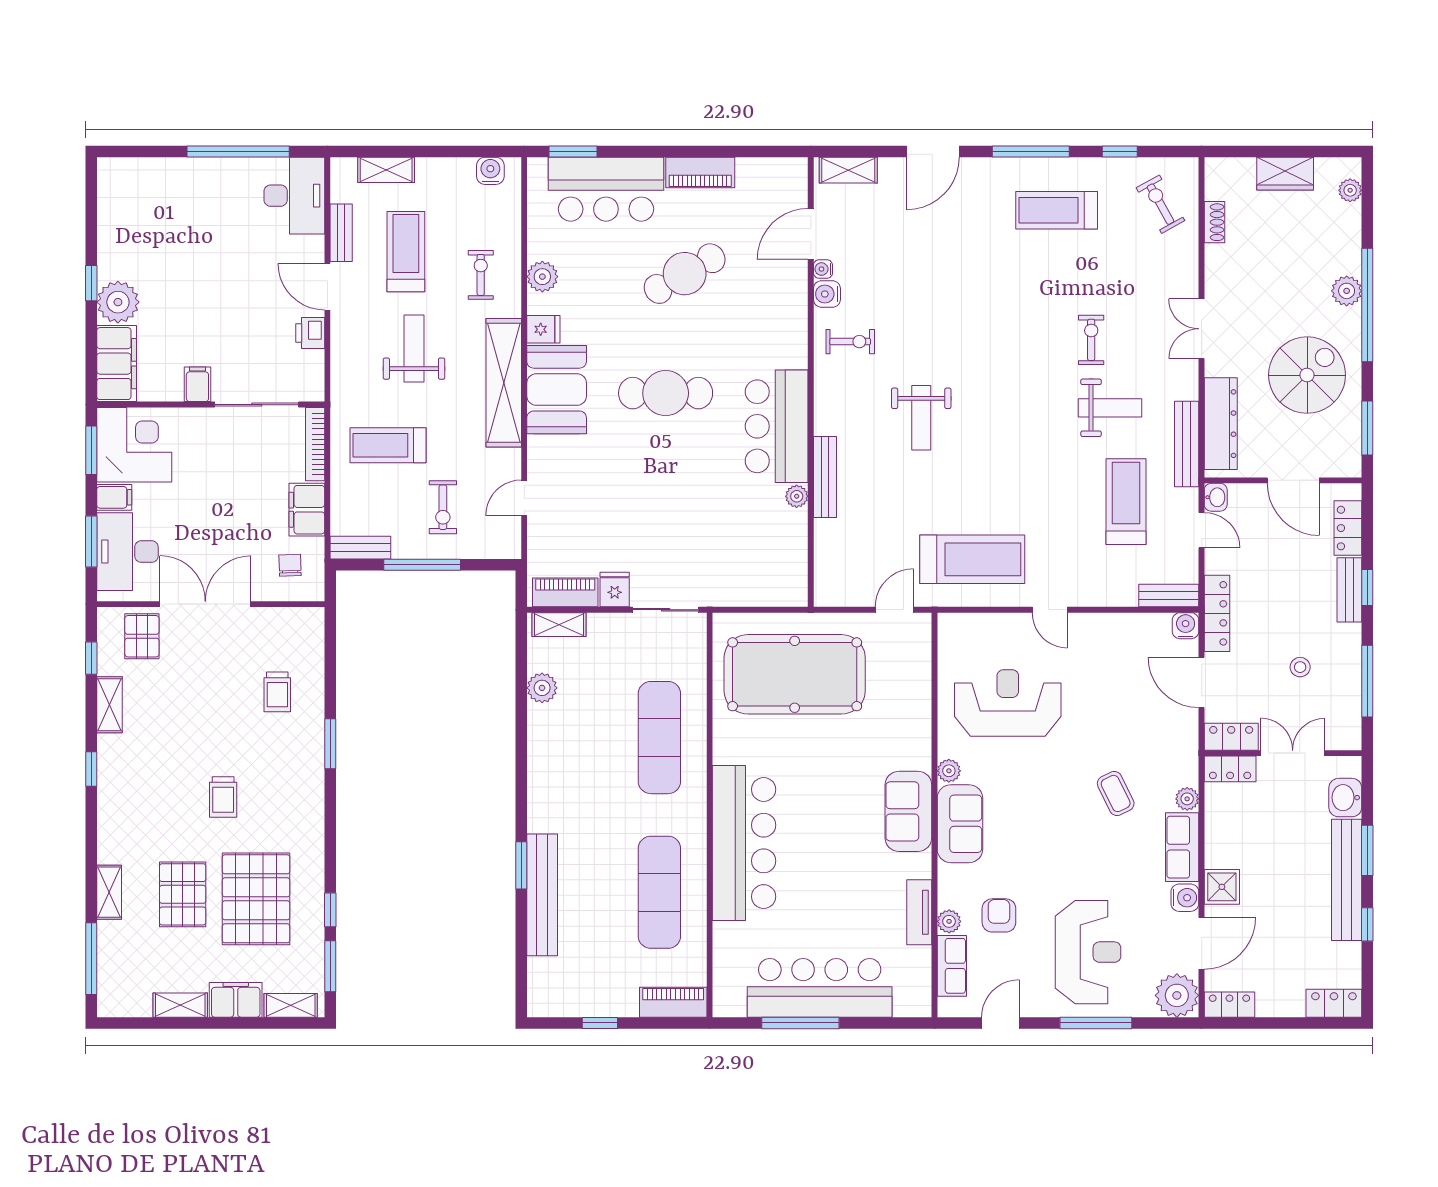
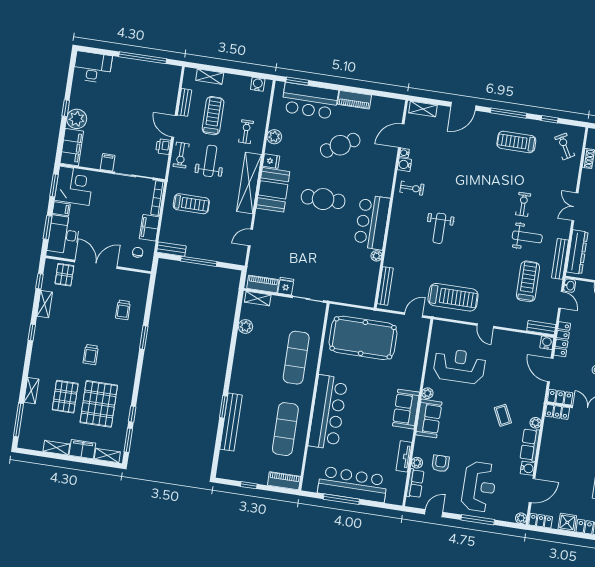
desk: (294, 196) -> (93, 67), moved, turned -90
treadmill: (388, 445) -> (191, 204), turned 180
bench: (825, 477) -> (385, 286), moved
exercise bike: (443, 507) -> (181, 155), moved
shower: (1222, 887) -> (567, 522), moved
plant: (1177, 995) -> (521, 518), width x0.53, depth x0.53

